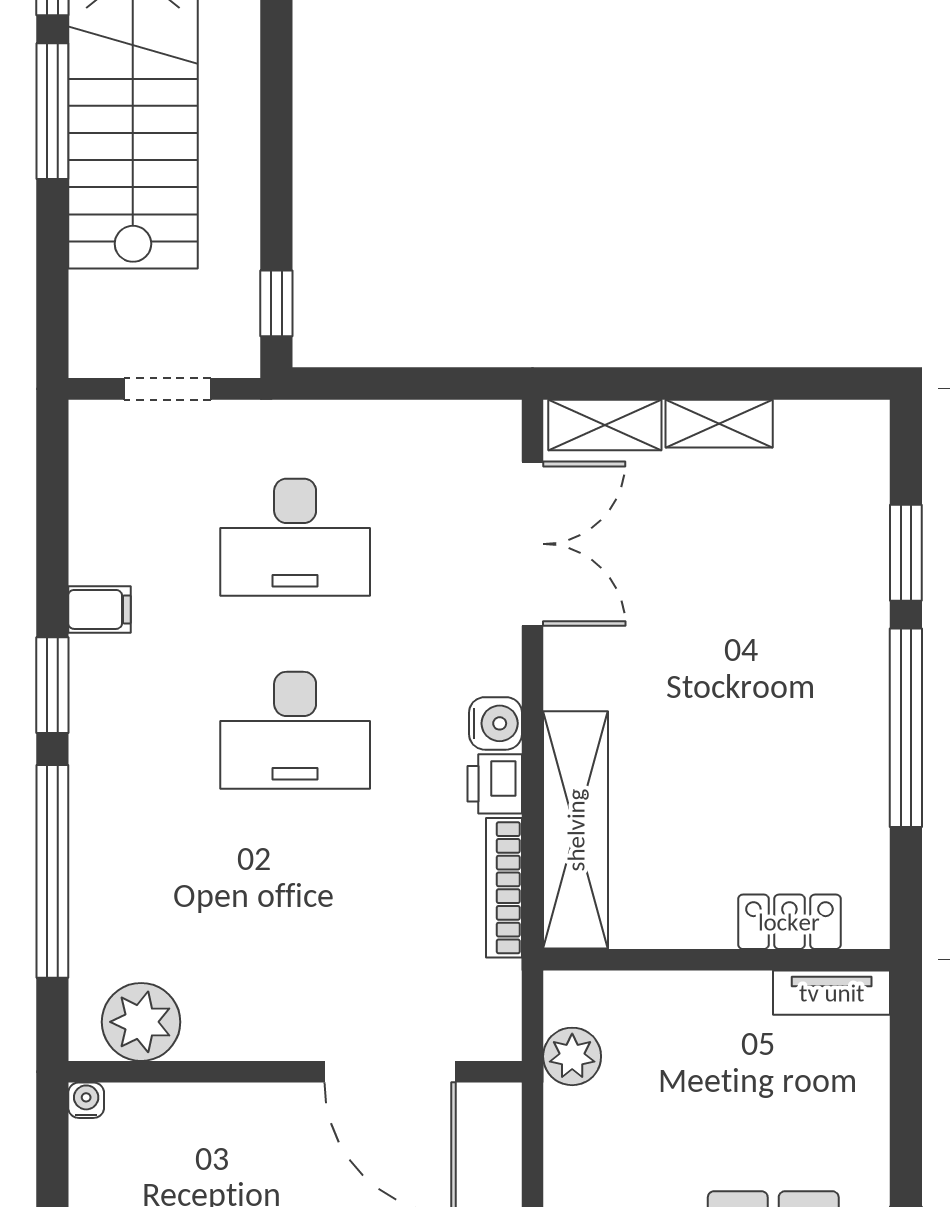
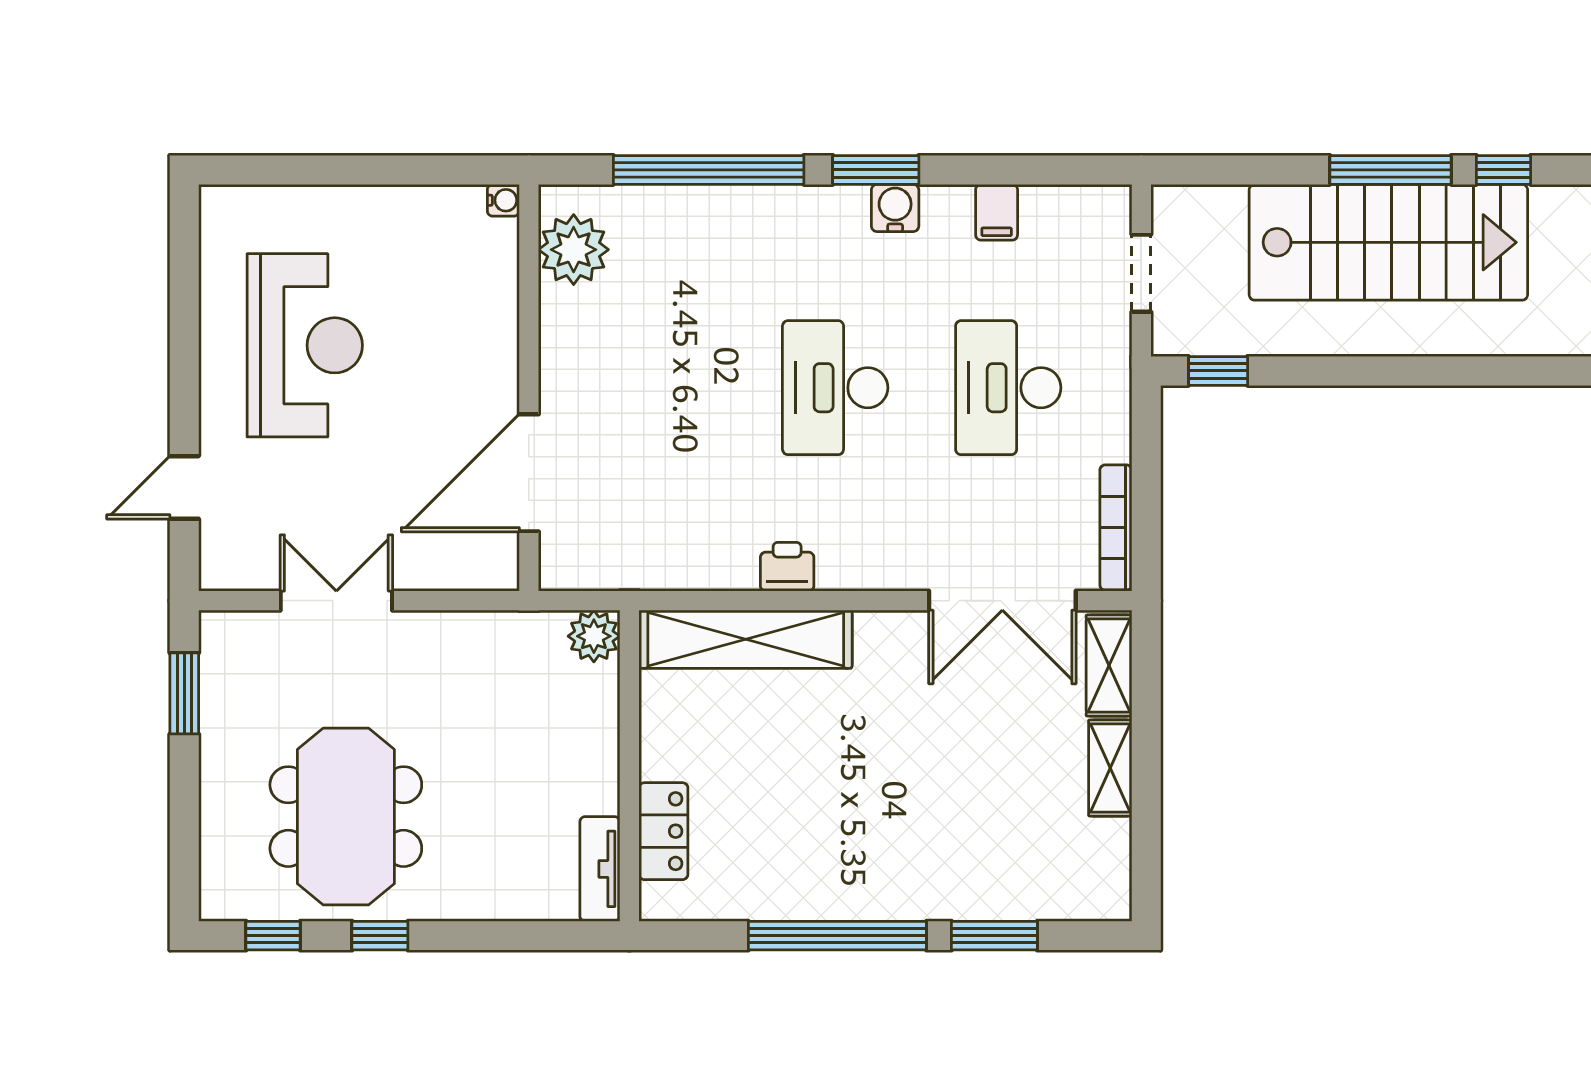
filing cabinet: (99, 609) -> (997, 212), moved
water cooler: (495, 723) -> (895, 208), moved, turned 180
bookcase: (504, 888) -> (1116, 528), moved, turned -90
plant: (572, 1056) -> (594, 636), moved

